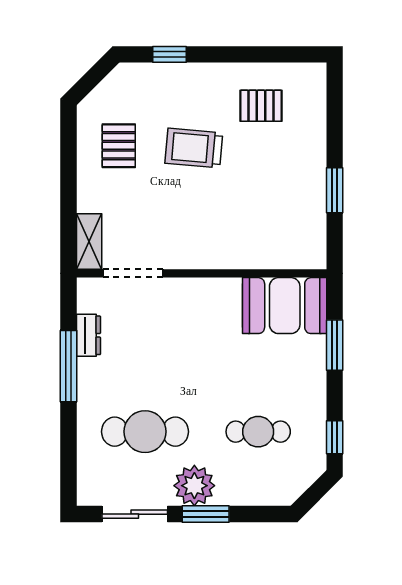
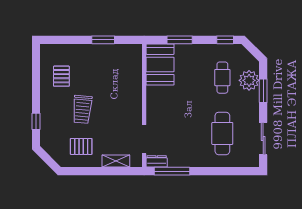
shelving: (89, 241) -> (116, 161), moved
dresser: (88, 335) -> (157, 161), moved
window: (68, 366) -> (172, 171), moved
plant: (194, 486) -> (249, 80), moved
window: (206, 514) -> (263, 91), moved

